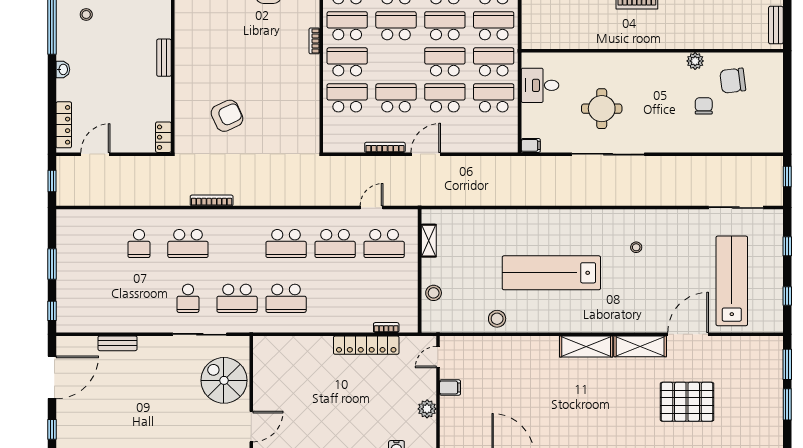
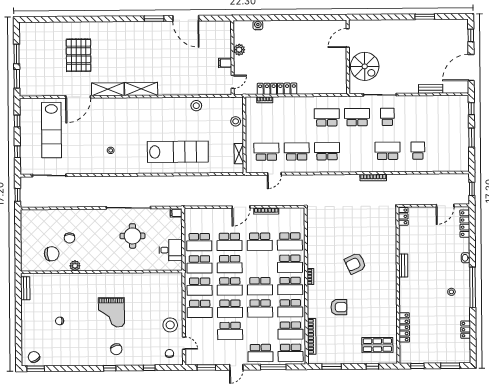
armchair: (227, 116) -> (355, 263), moved
lab bench: (551, 273) -> (178, 152), moved
pallet: (687, 402) -> (79, 55), turned 90

